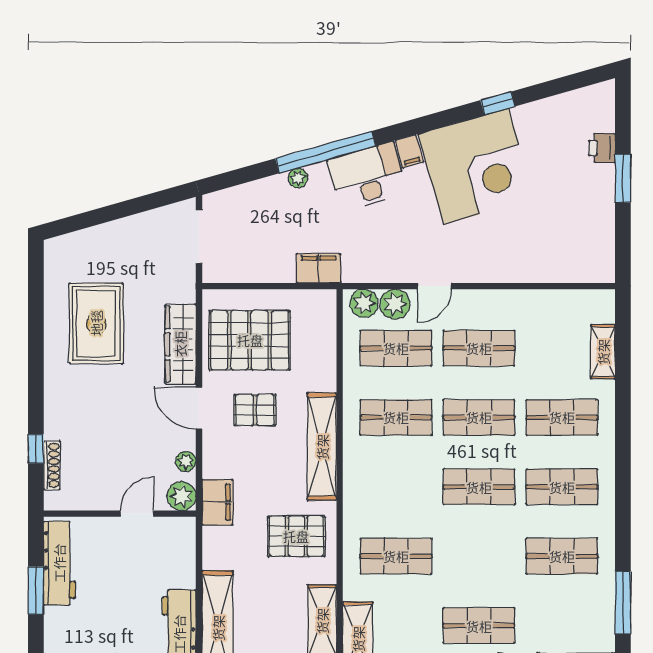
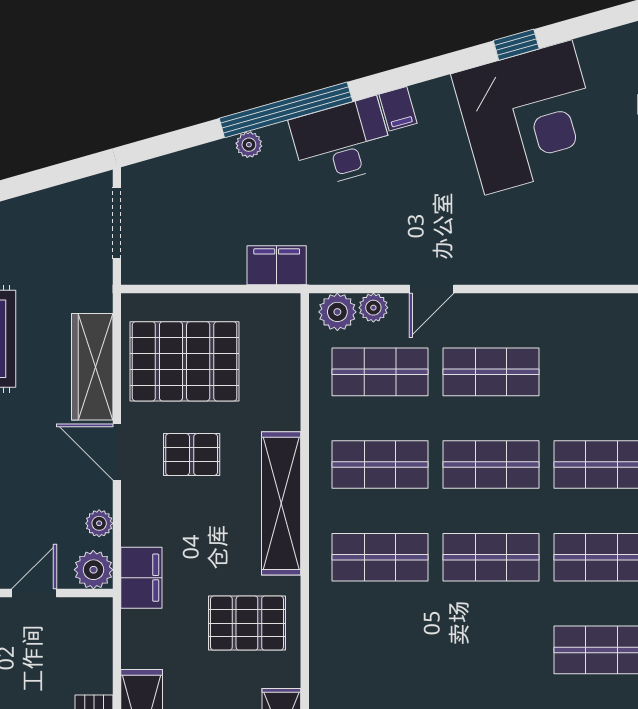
corner desk: (476, 166) -> (528, 117), moved
plant: (395, 304) -> (373, 308), width x0.73, depth x0.73
shop shelf: (396, 556) -> (380, 557), moved

